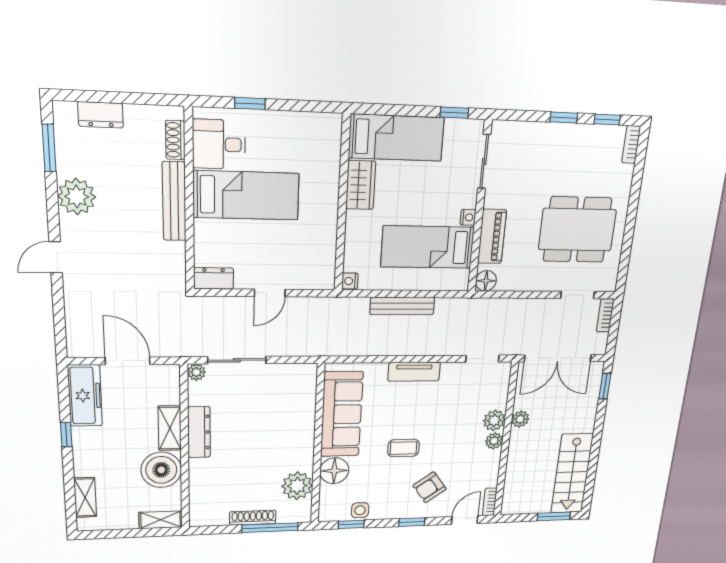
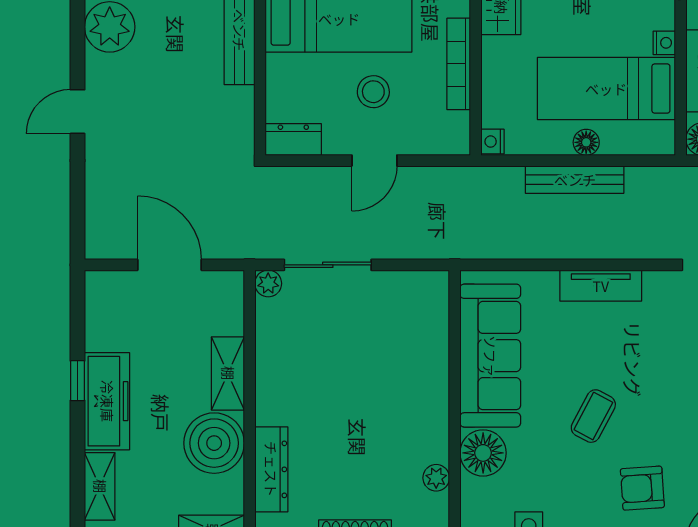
bookcase: (330, 229) -> (459, 64), added
stool: (270, 247) -> (373, 92), added
floor lamp: (412, 282) -> (586, 142), added
freezer: (85, 396) -> (107, 401), moved
dresser: (199, 432) -> (271, 469), moved
coffee table: (403, 448) -> (593, 416), turned -62
plant: (297, 486) -> (436, 478), width x0.53, depth x0.53
armchair: (430, 487) -> (642, 488), turned 32

